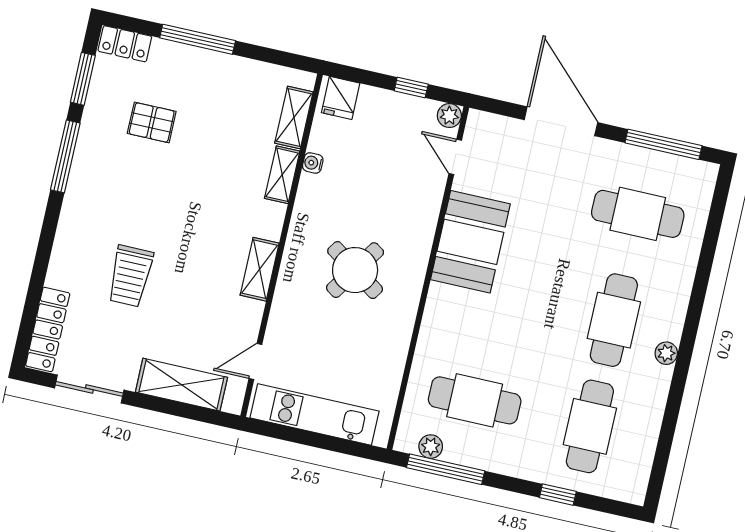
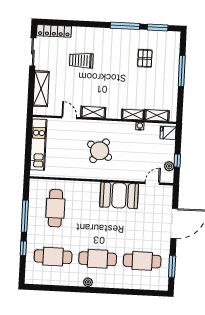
locker: (125, 44) -> (175, 42), removed
plant: (449, 116) -> (169, 166), moved
window: (663, 144) -> (172, 266), width x0.69
cafe table: (638, 214) -> (142, 261), turned 90
door: (255, 362) -> (69, 118), moved
plant: (431, 447) -> (34, 194), removed
window: (446, 469) -> (25, 216), moved

